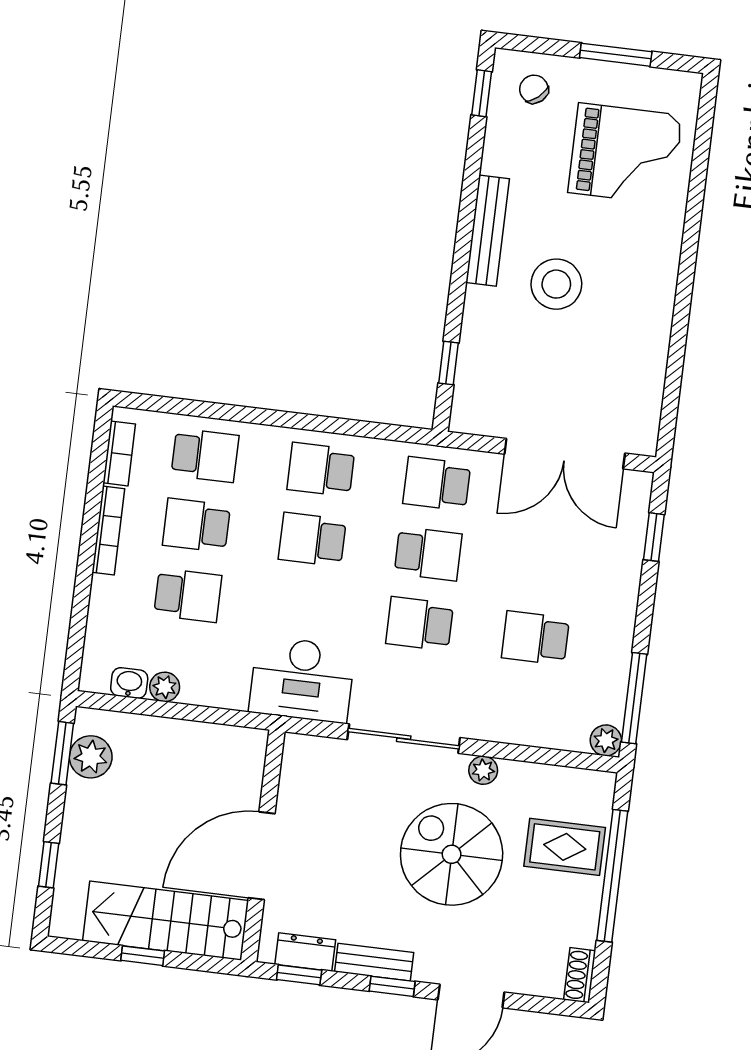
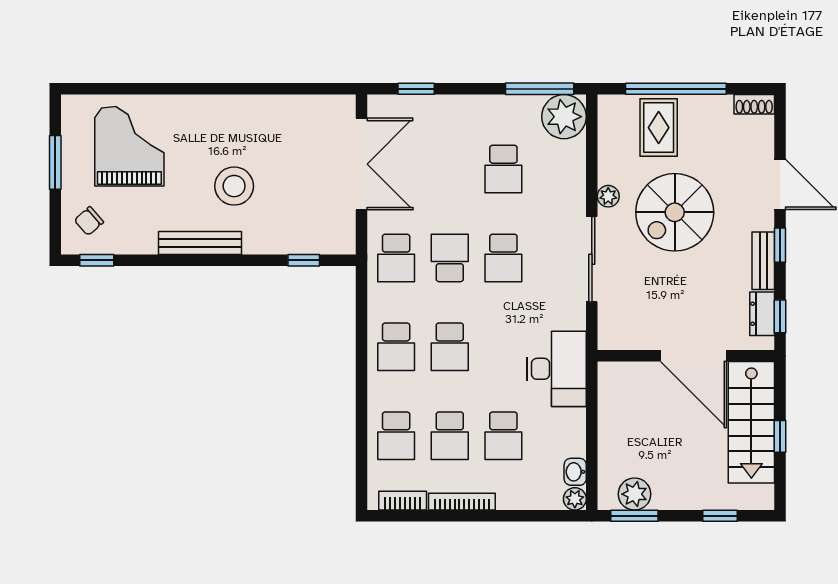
school desk: (205, 455) -> (396, 436), turned 180
school desk: (188, 595) -> (503, 436), turned 180
desk: (302, 680) -> (556, 369), moved
plant: (165, 687) -> (575, 499), moved
plant: (606, 740) -> (564, 117), width x1.87, depth x1.87

